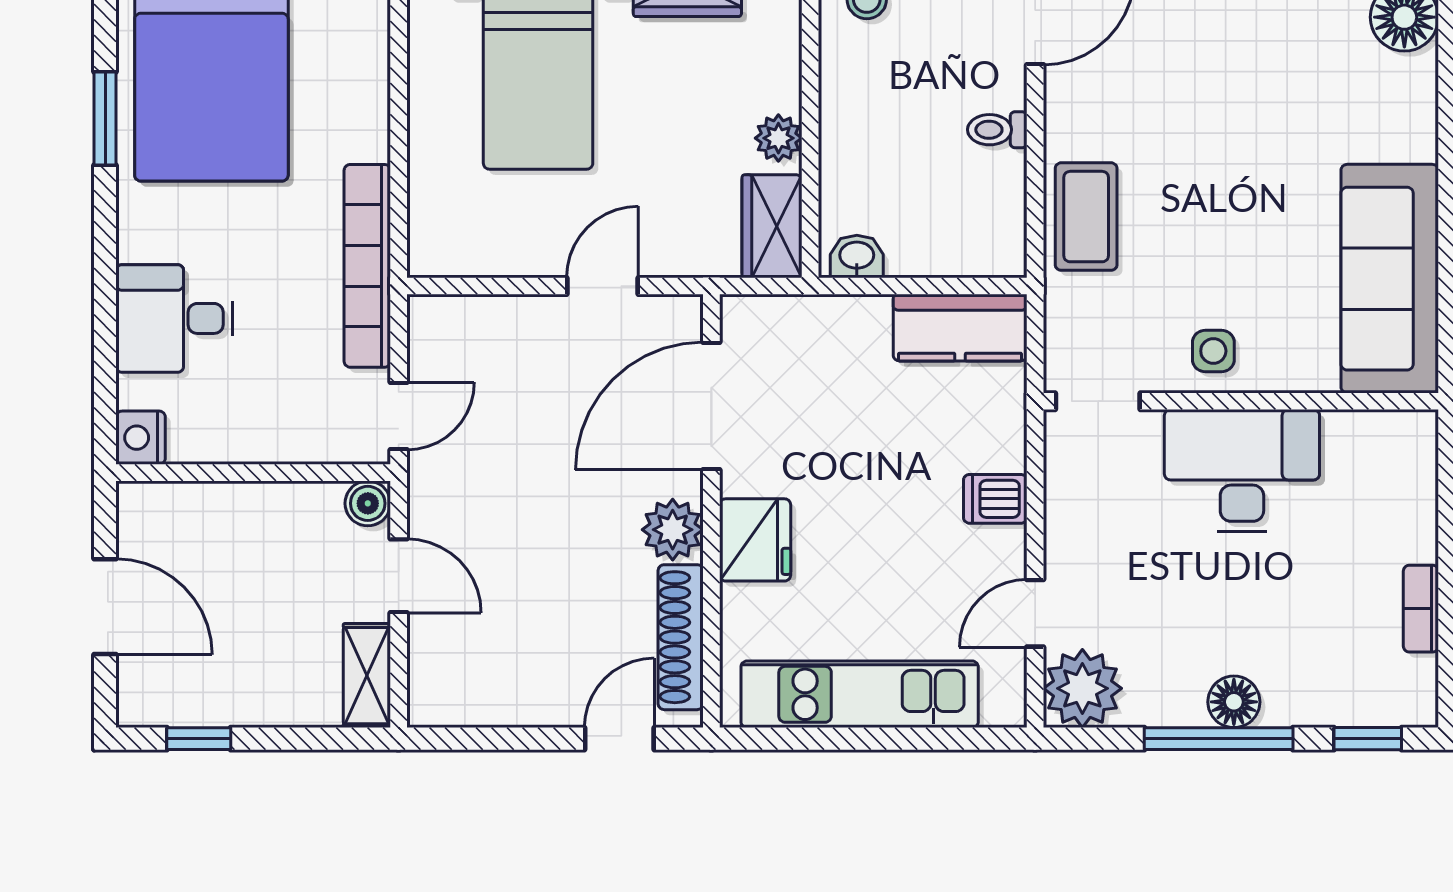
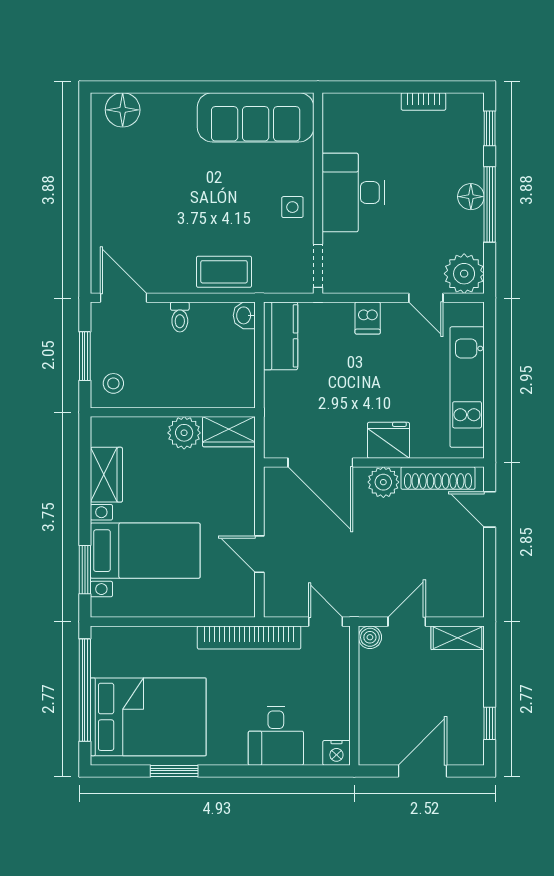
plant: (778, 138) -> (184, 433), width x1.38, depth x1.38
washbasin: (857, 256) -> (244, 315), moved
door: (602, 286) -> (259, 554), moved

